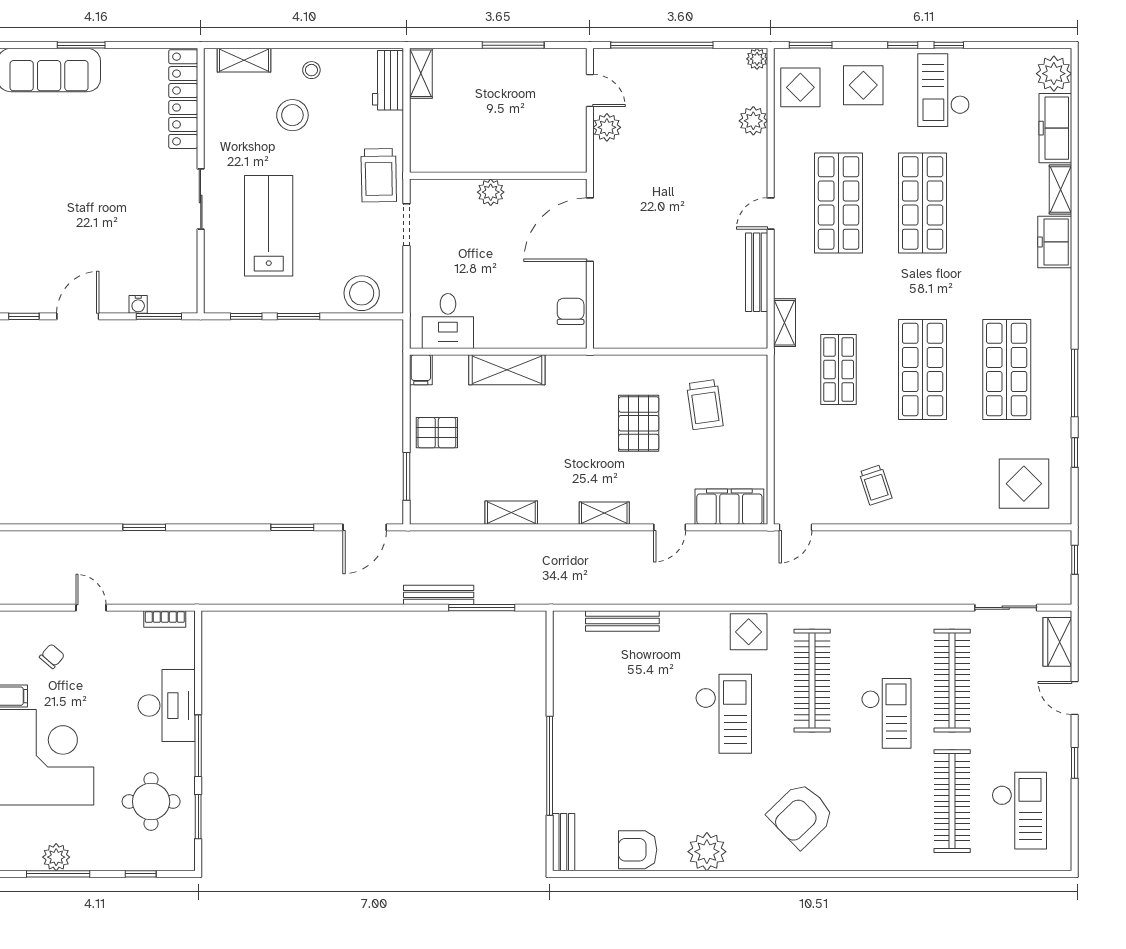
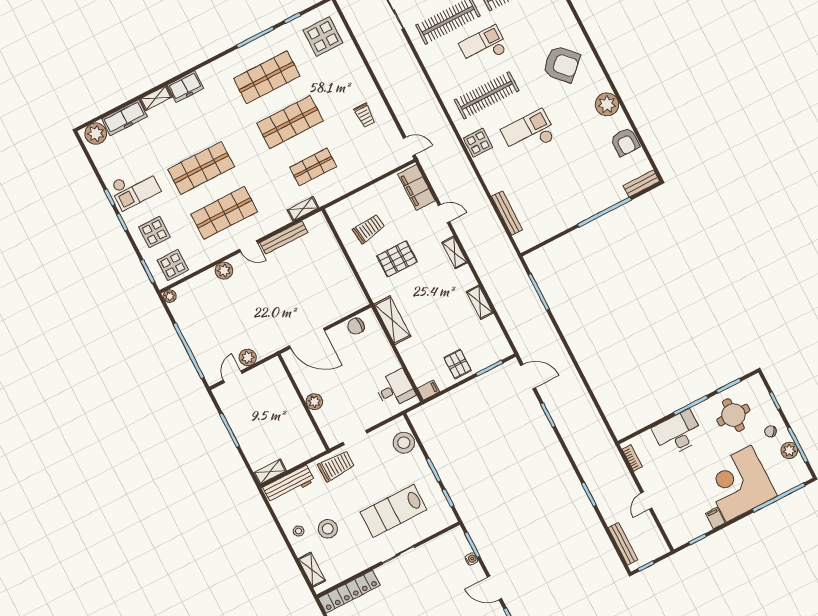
workbench: (388, 80) -> (289, 484), width x1.37
plant: (753, 121) -> (224, 271), moved
shelving: (507, 370) -> (392, 320), moved
trolley: (876, 485) -> (365, 115), turned 108
bench: (439, 595) -> (623, 544), moved
chair: (52, 656) -> (770, 431), moved

